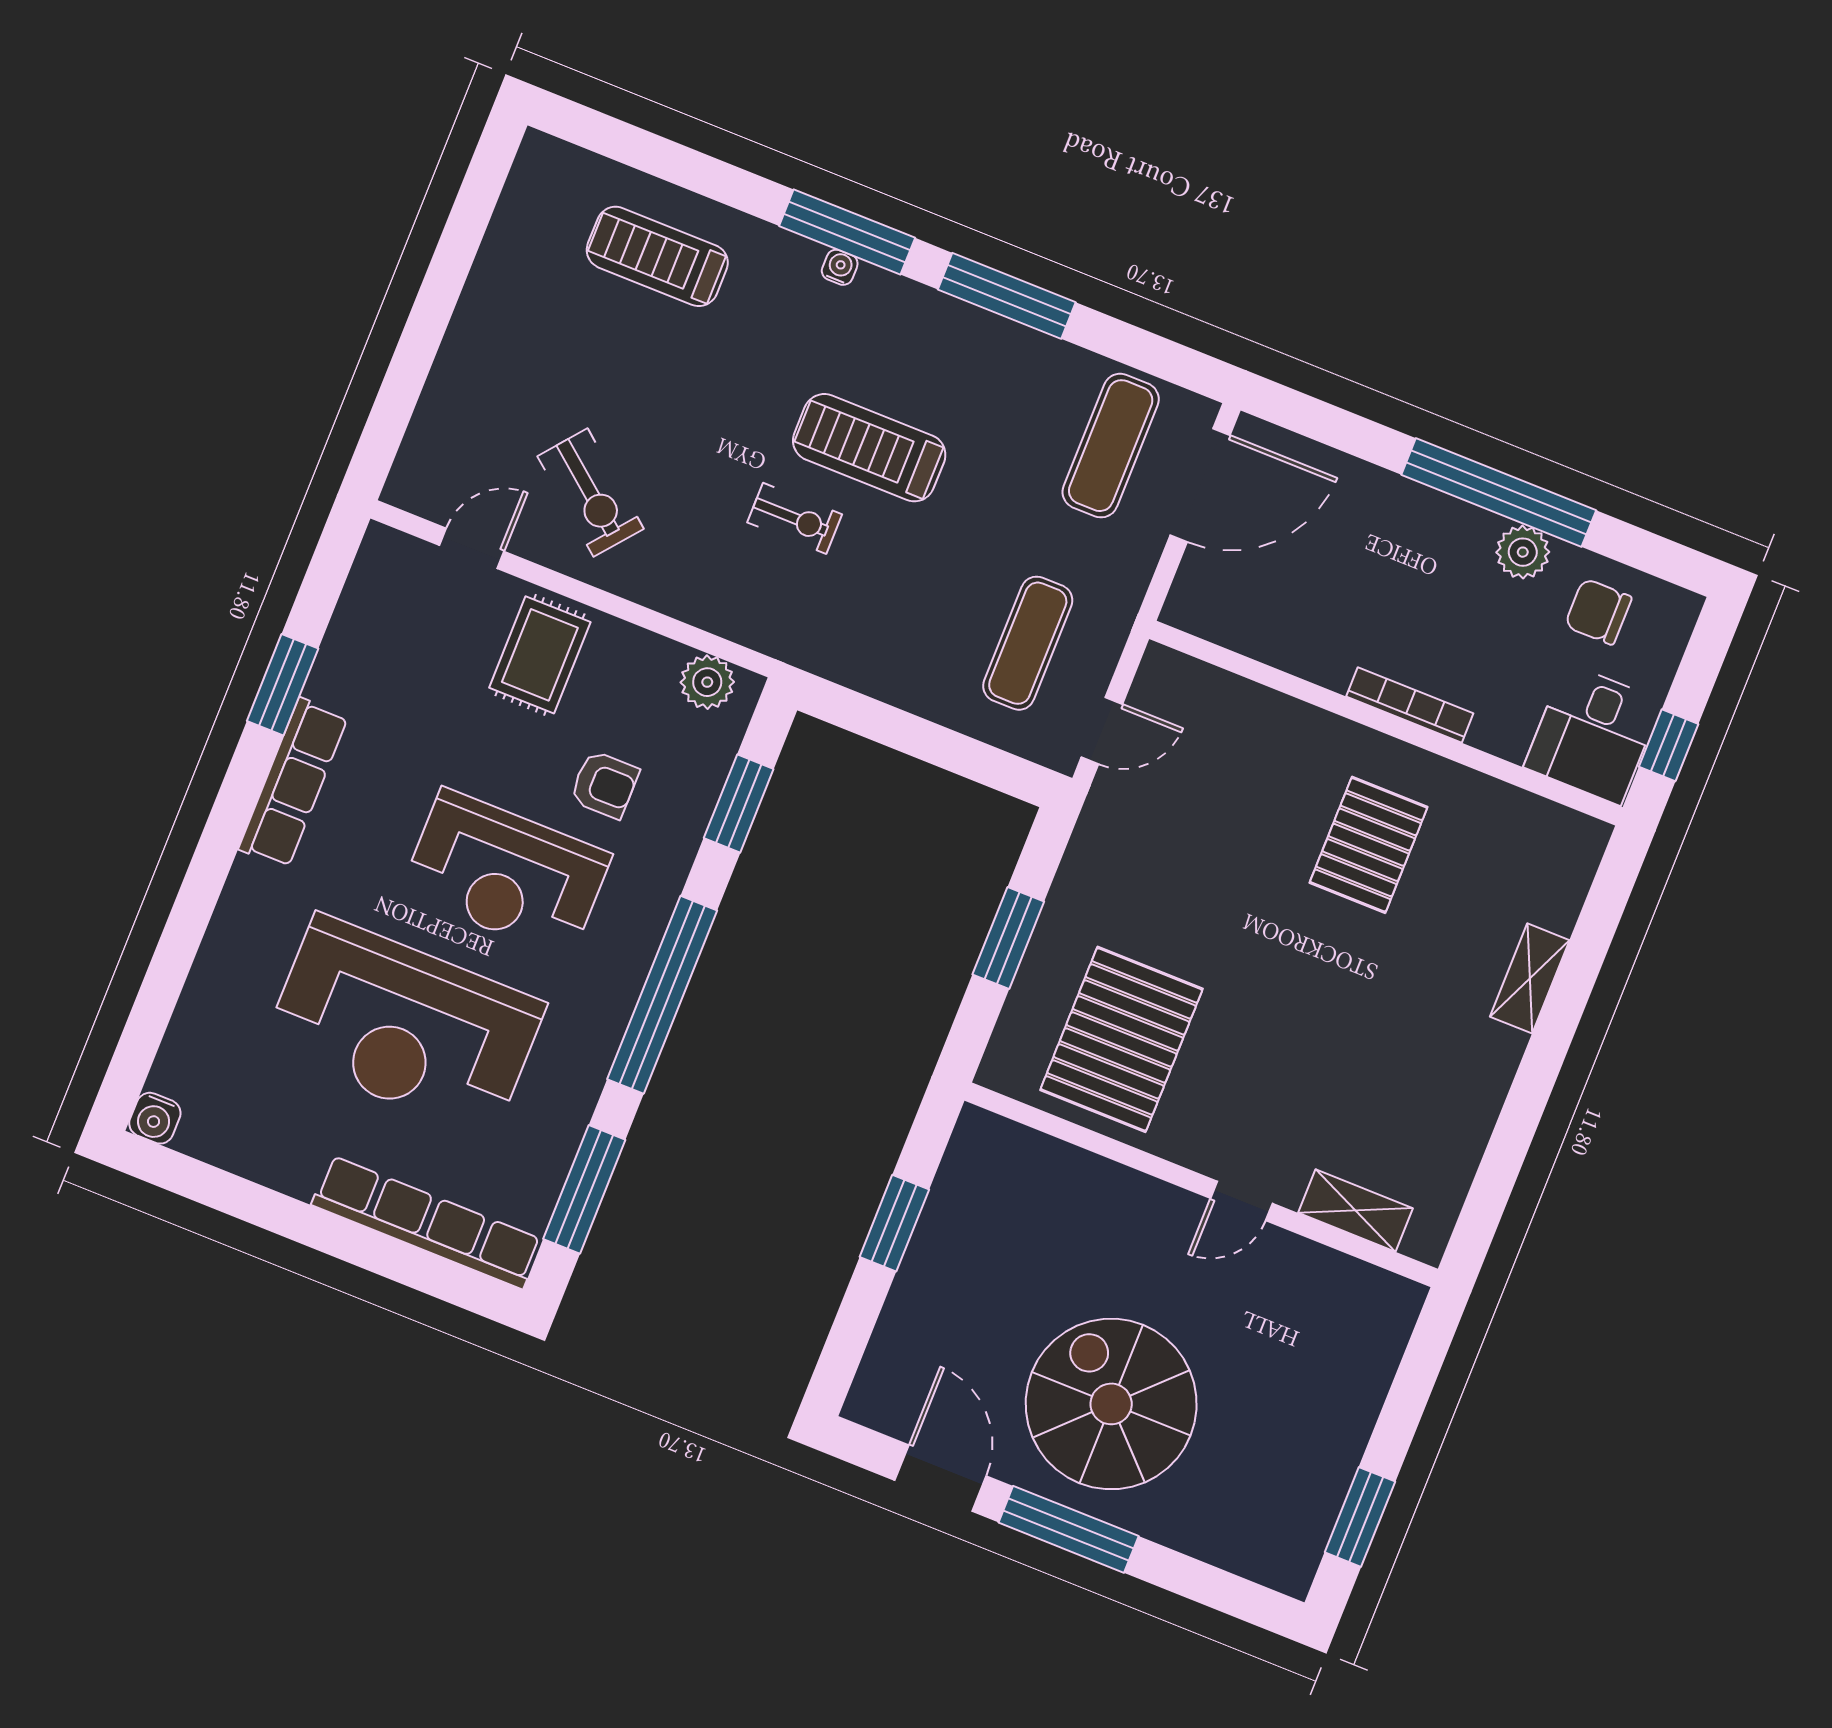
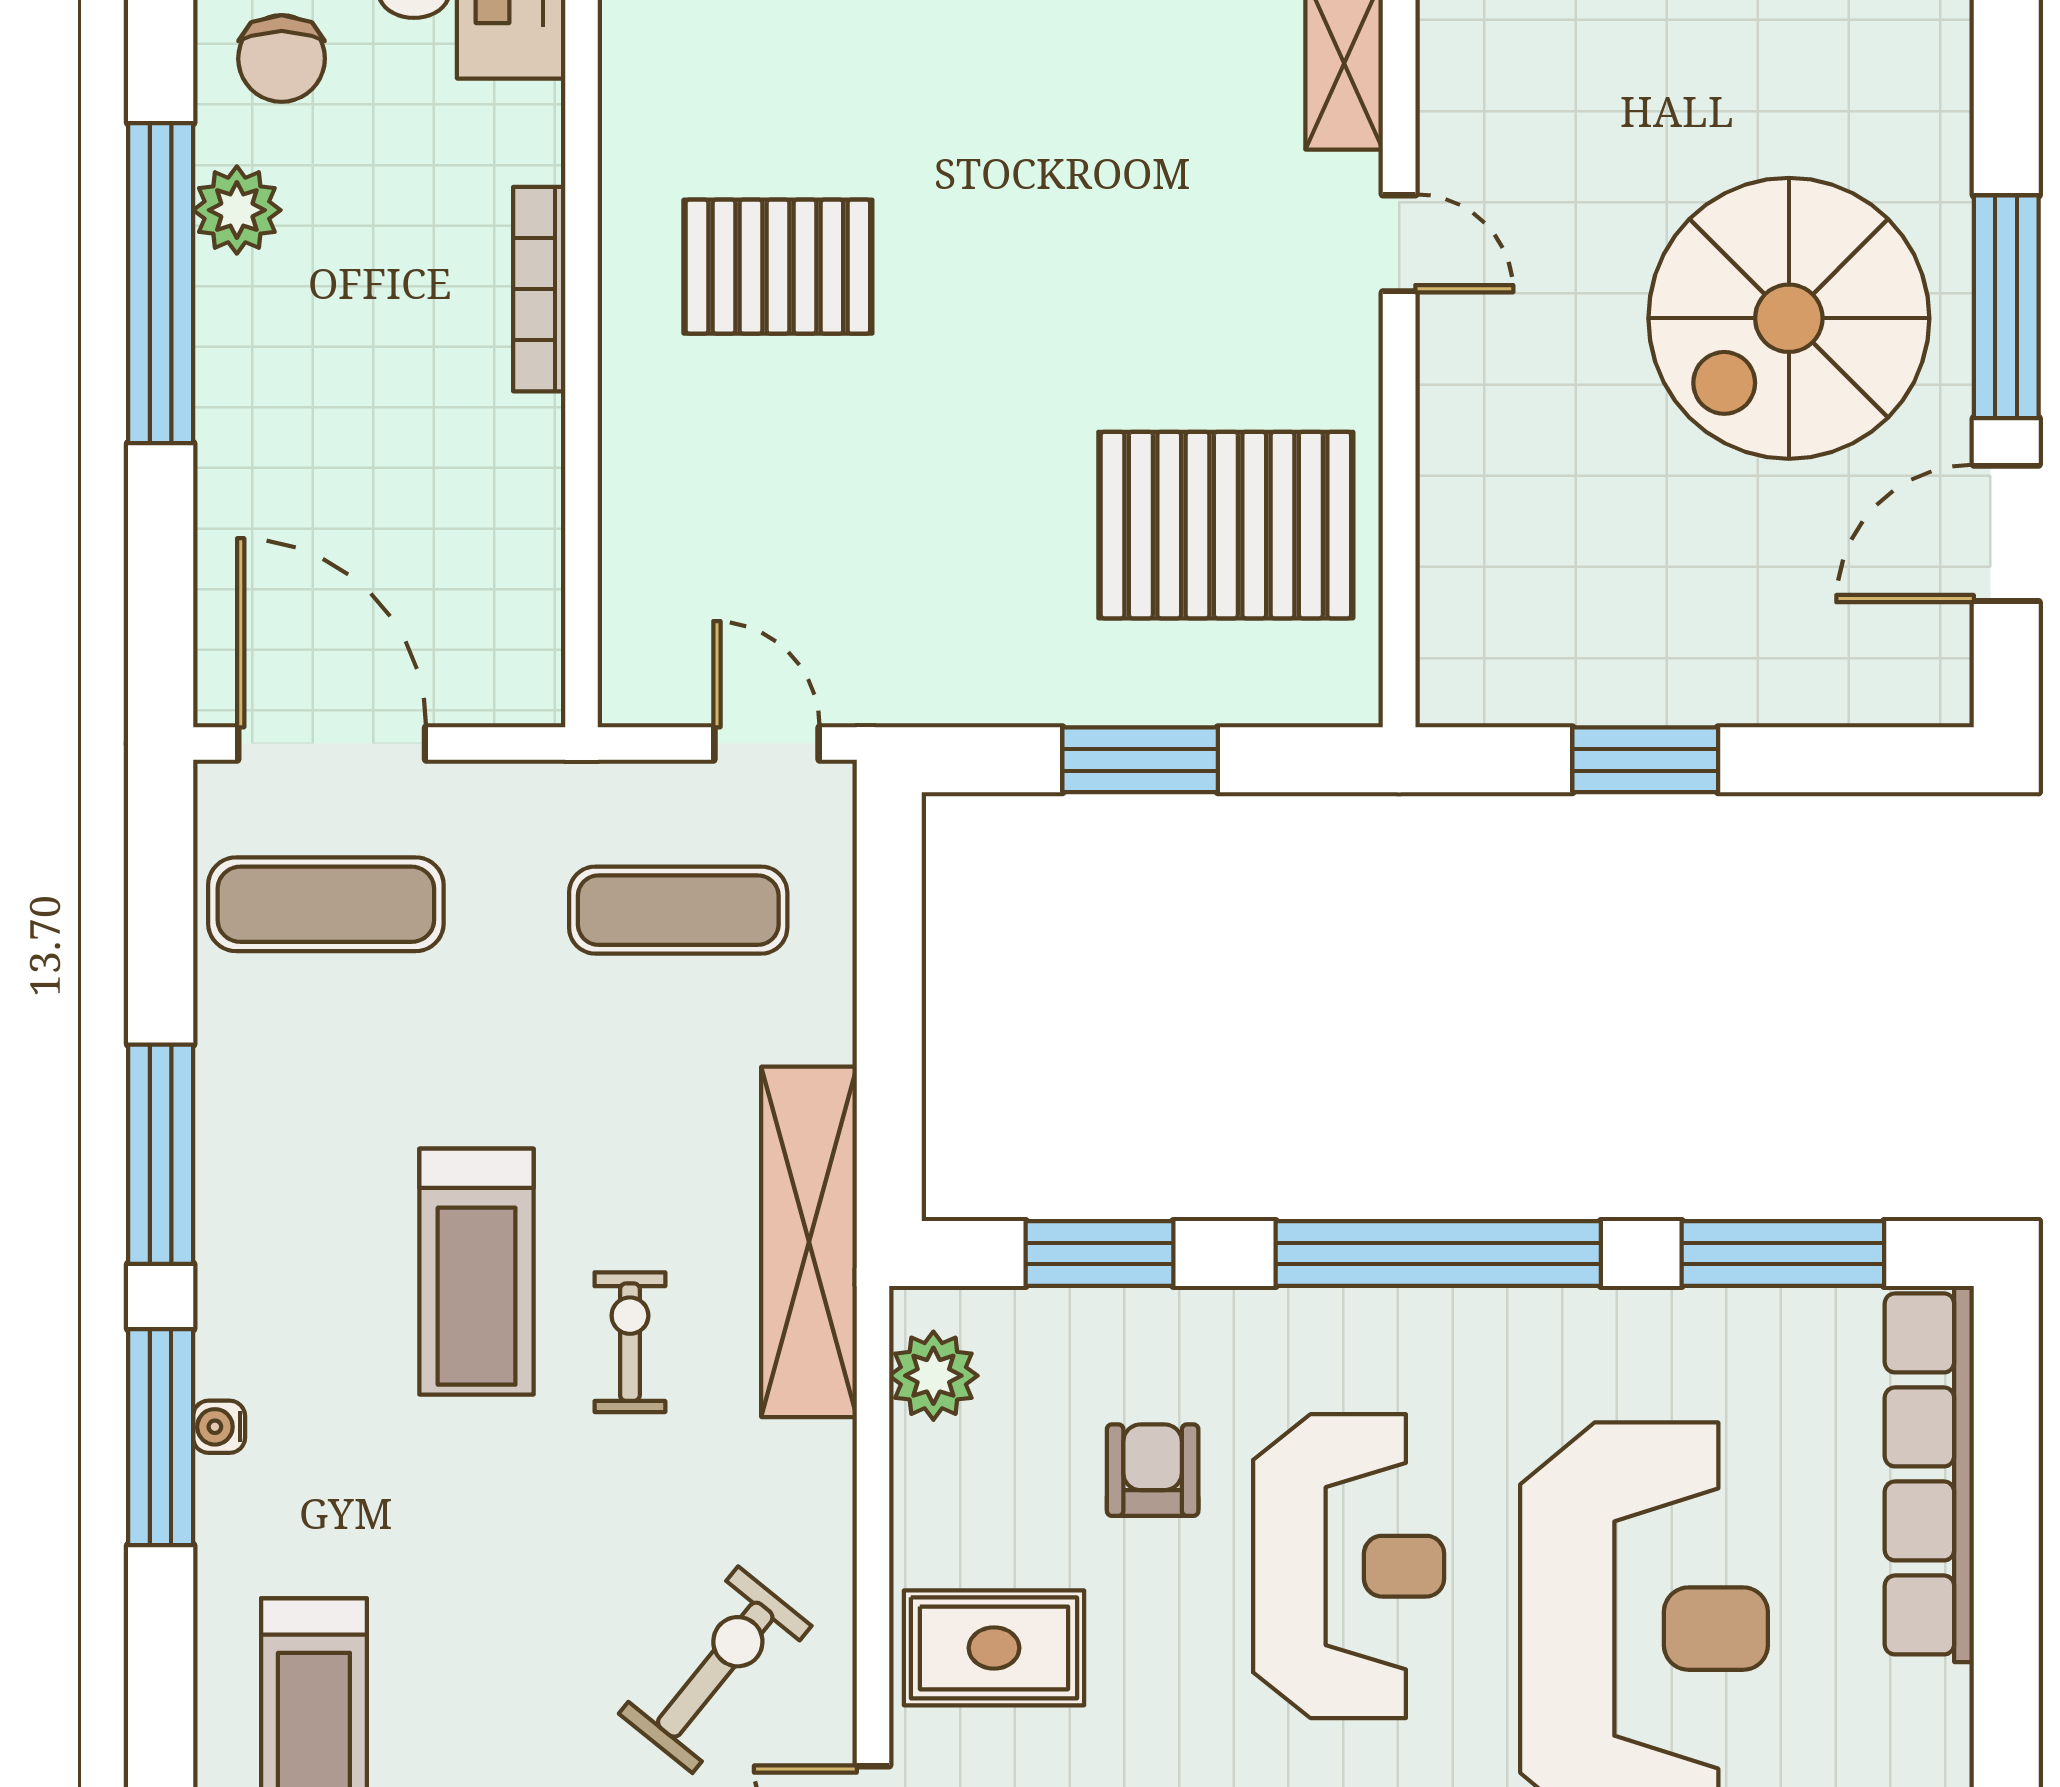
shelving: (811, 642) -> (809, 1242), added

